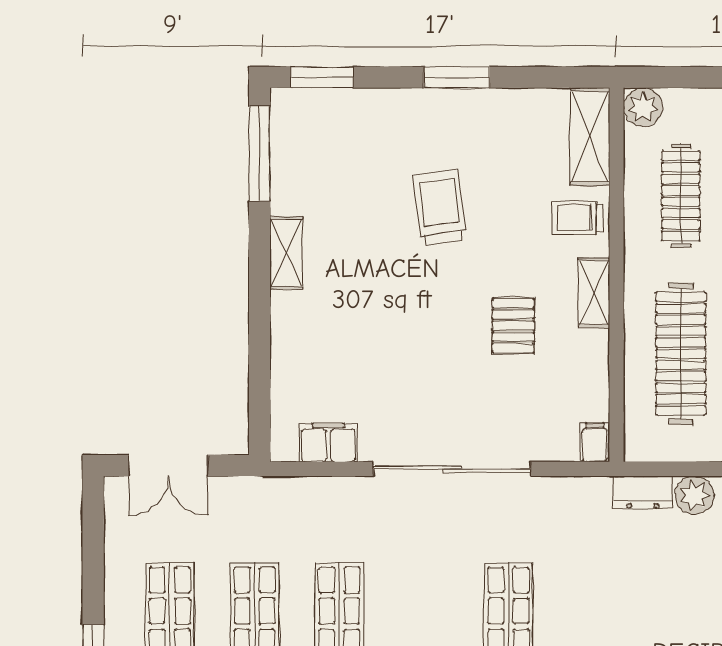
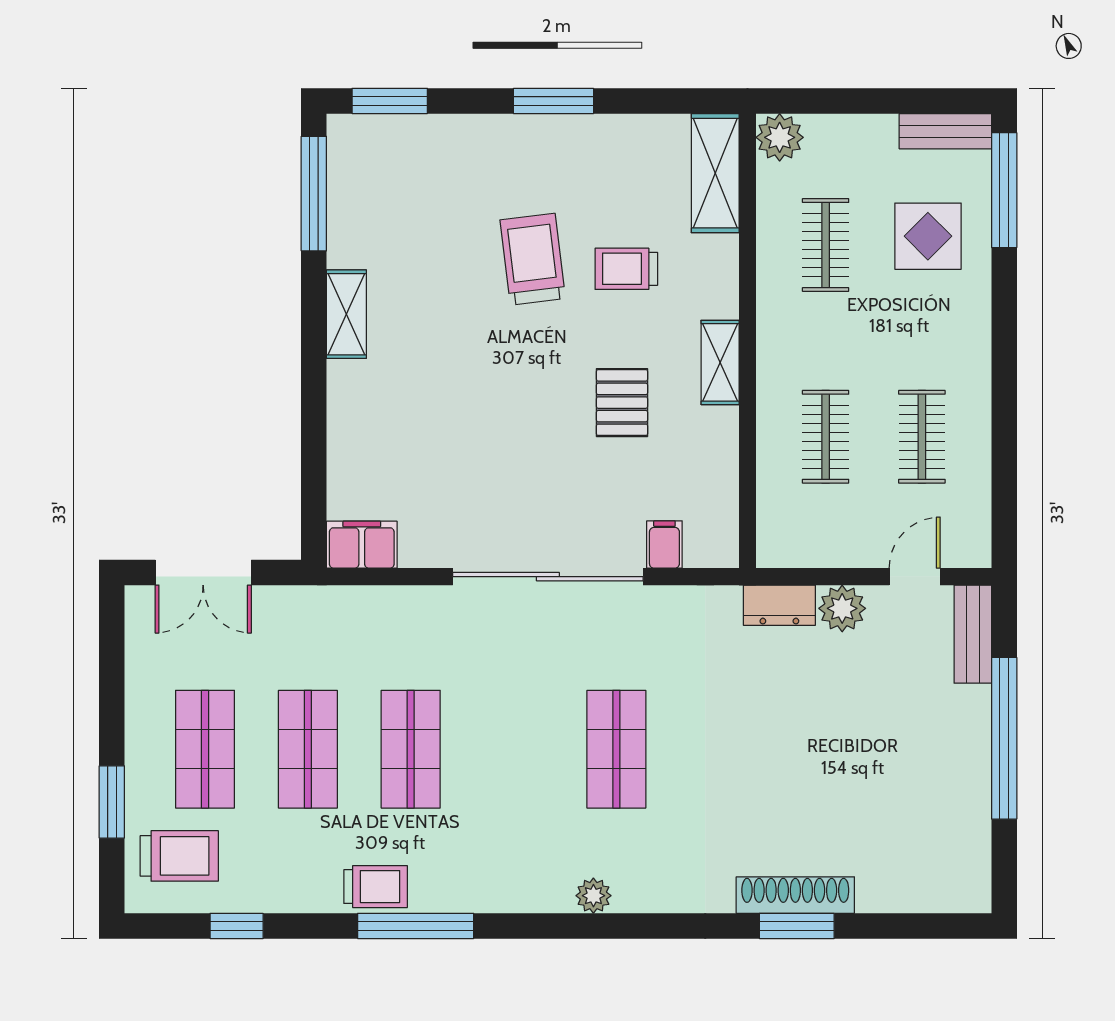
clothes rail: (681, 196) -> (826, 245), width x0.73
trolley: (578, 218) -> (626, 269), moved
clothes rail: (681, 354) -> (826, 437), width x0.54, depth x0.76
filing cabinet: (595, 442) -> (664, 544), moved
filing cabinet: (329, 443) -> (362, 545), moved

